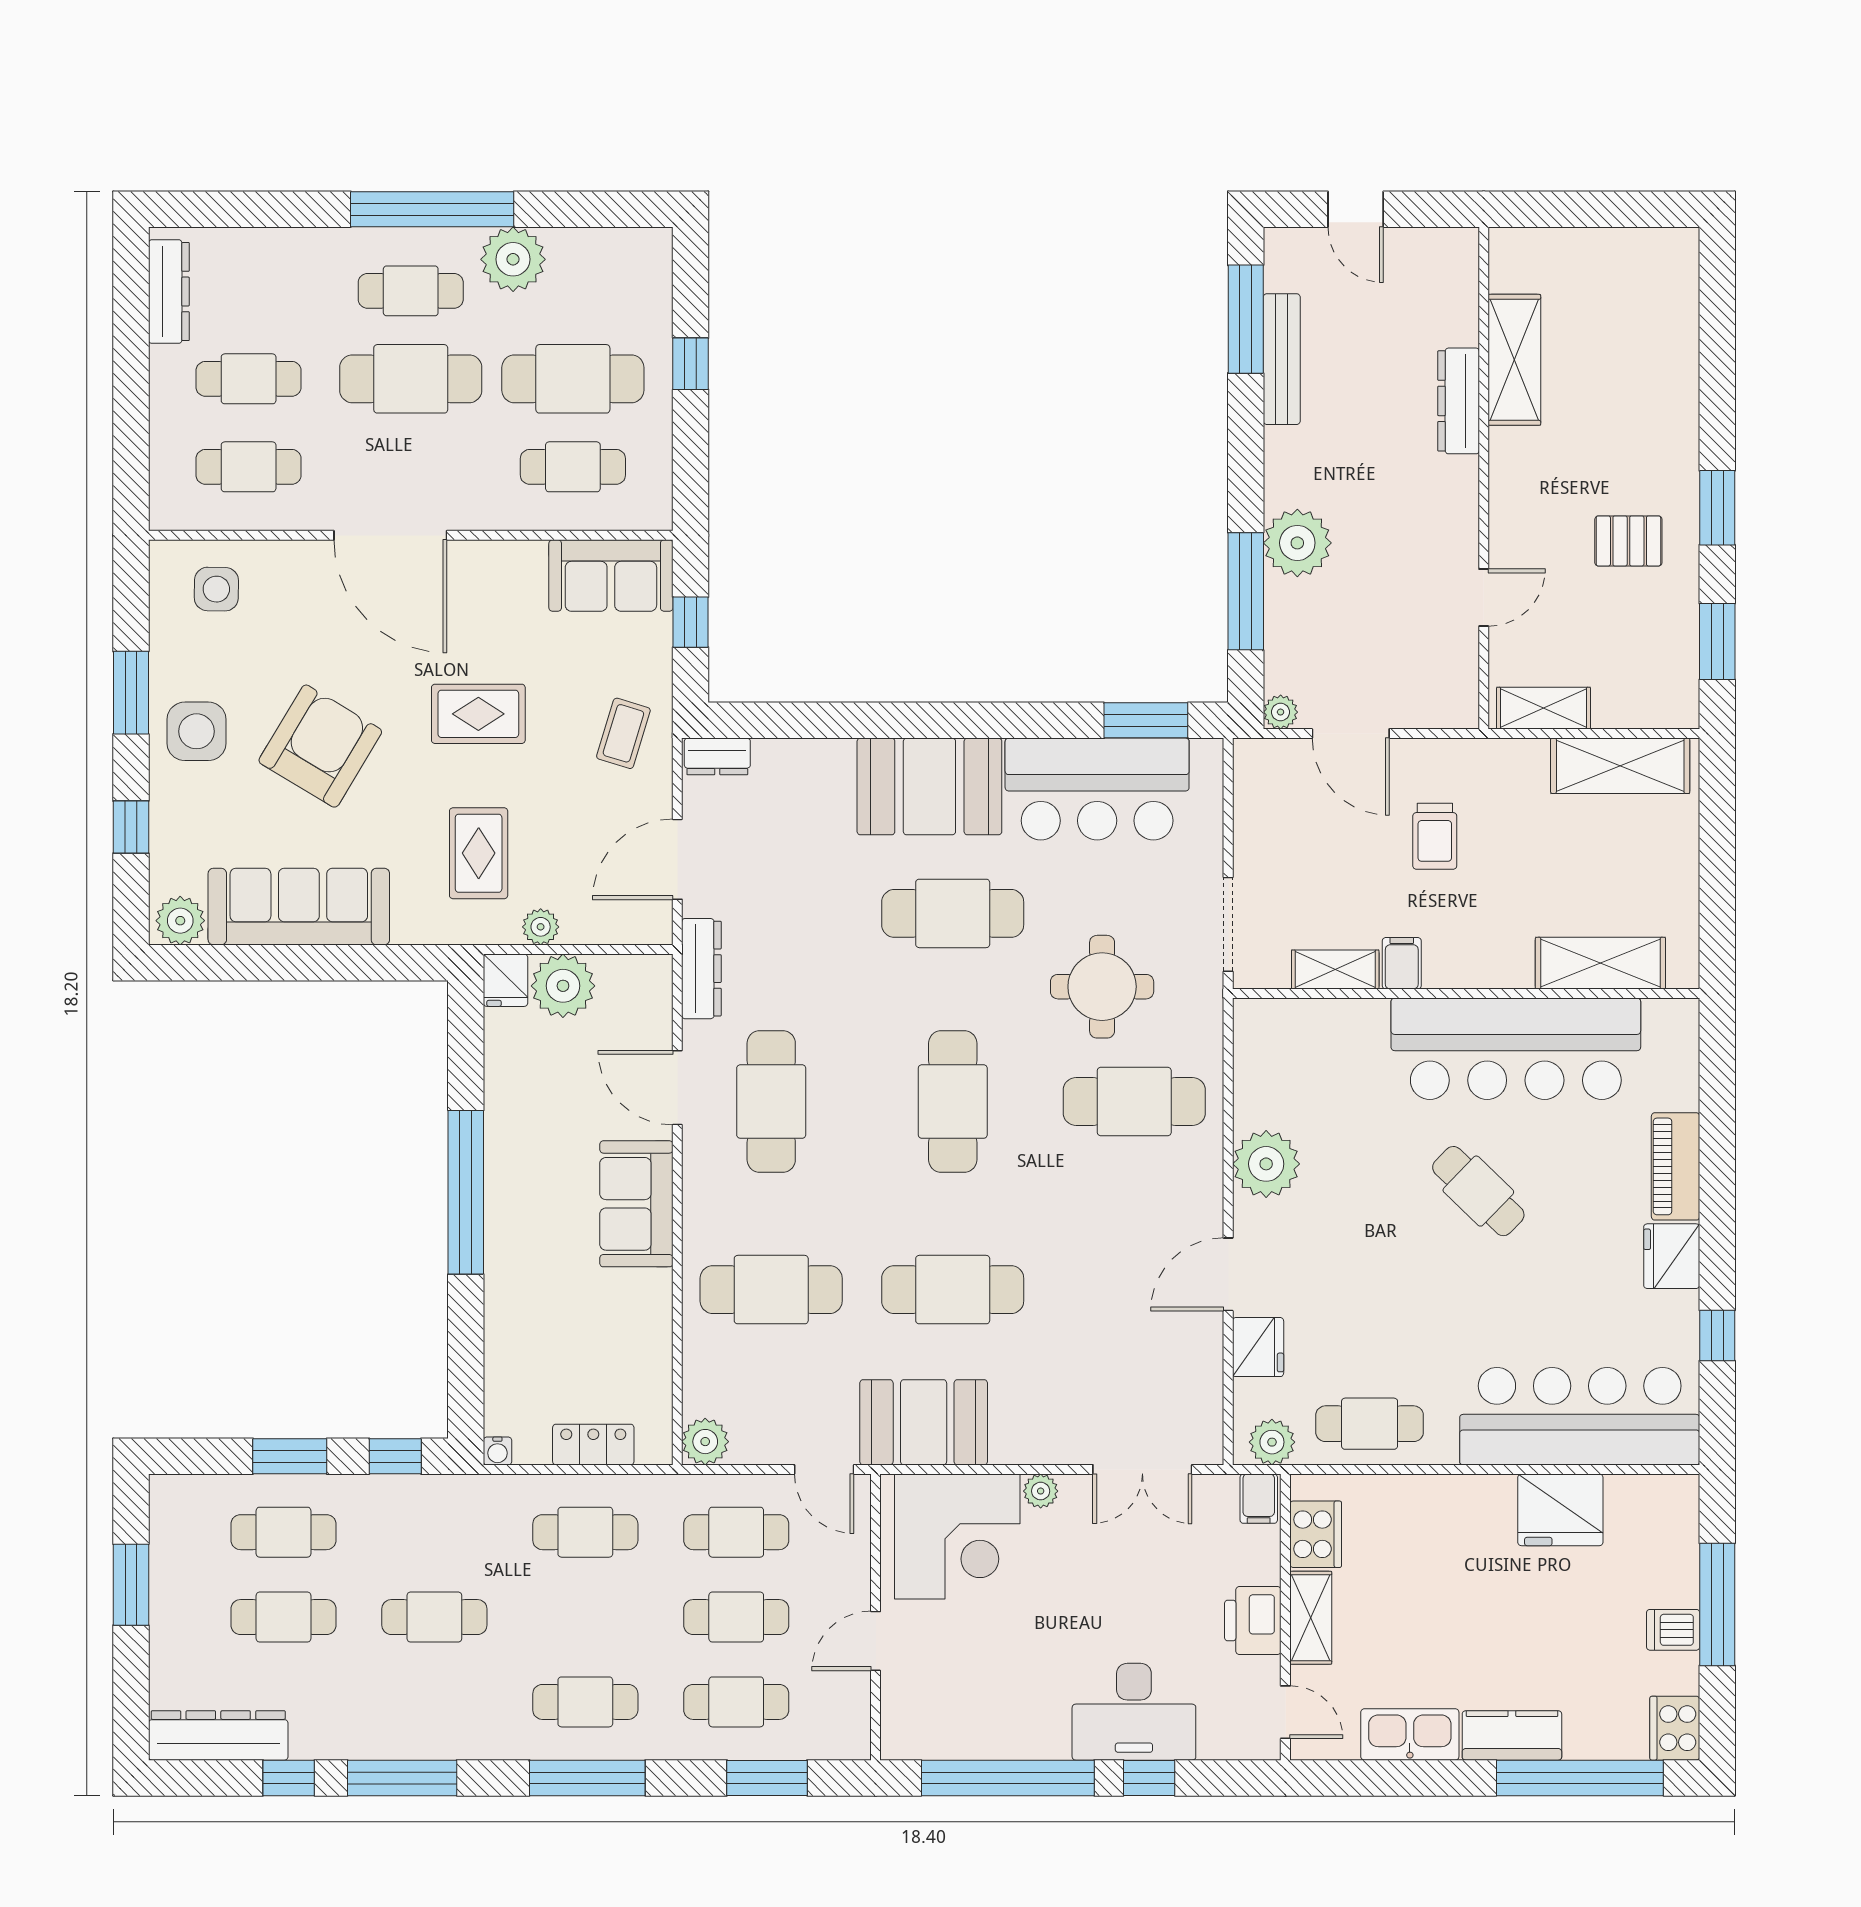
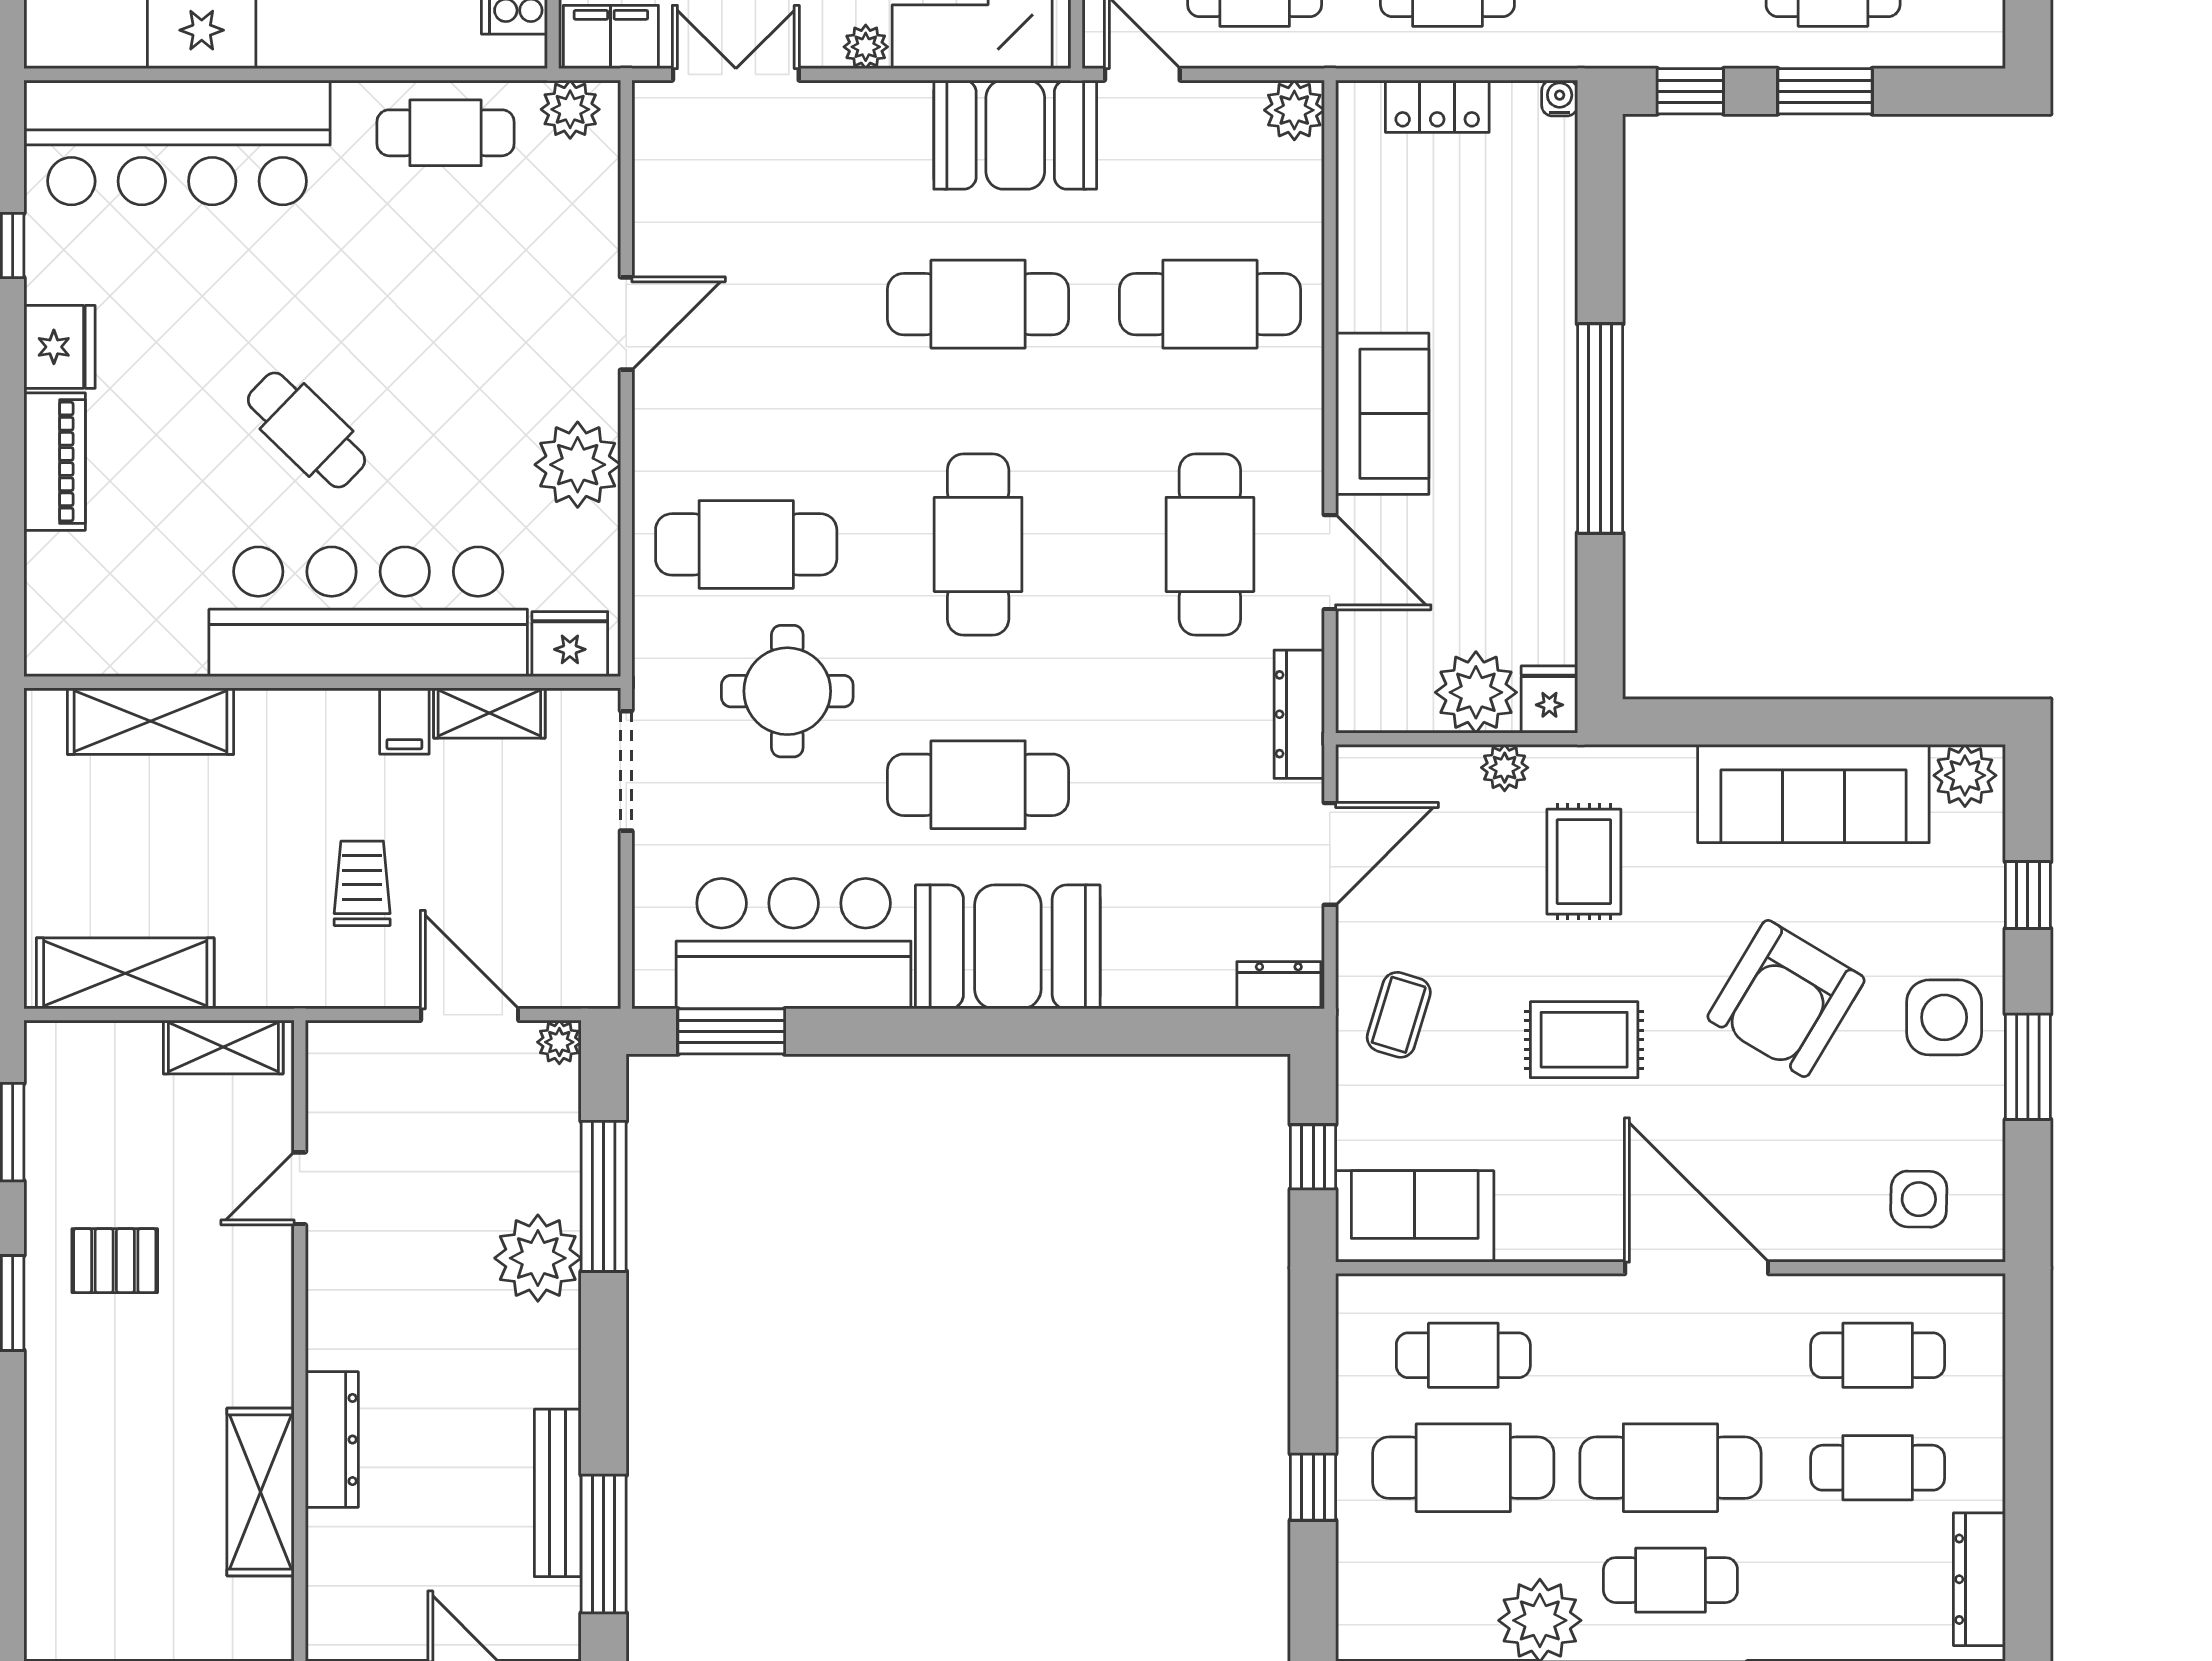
bar counter: (1516, 1049) -> (368, 612), moved
fridge: (1258, 1347) -> (570, 644), moved, turned 90
filing cabinet: (1259, 1499) -> (611, 37), width x2.00

